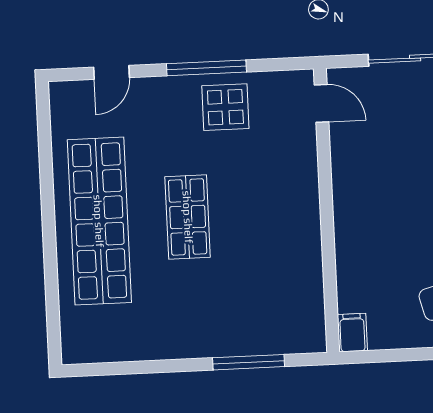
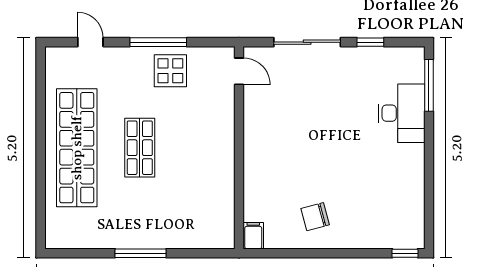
door: (111, 72) -> (90, 42), swing flipped
window: (249, 362) -> (141, 253), moved

